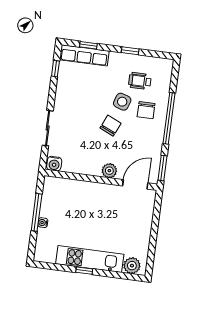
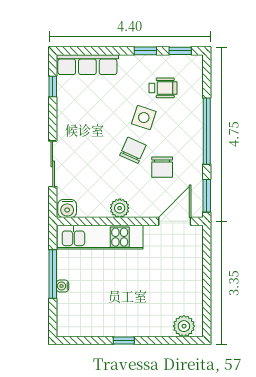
window: (88, 45) -> (180, 51), moved
wheelchair: (140, 81) -> (163, 88), turned 180
chair: (146, 110) -> (162, 167), moved
plant: (109, 171) -> (120, 208), moved
kitchen unit: (90, 259) -> (100, 237), moved, turned 180

